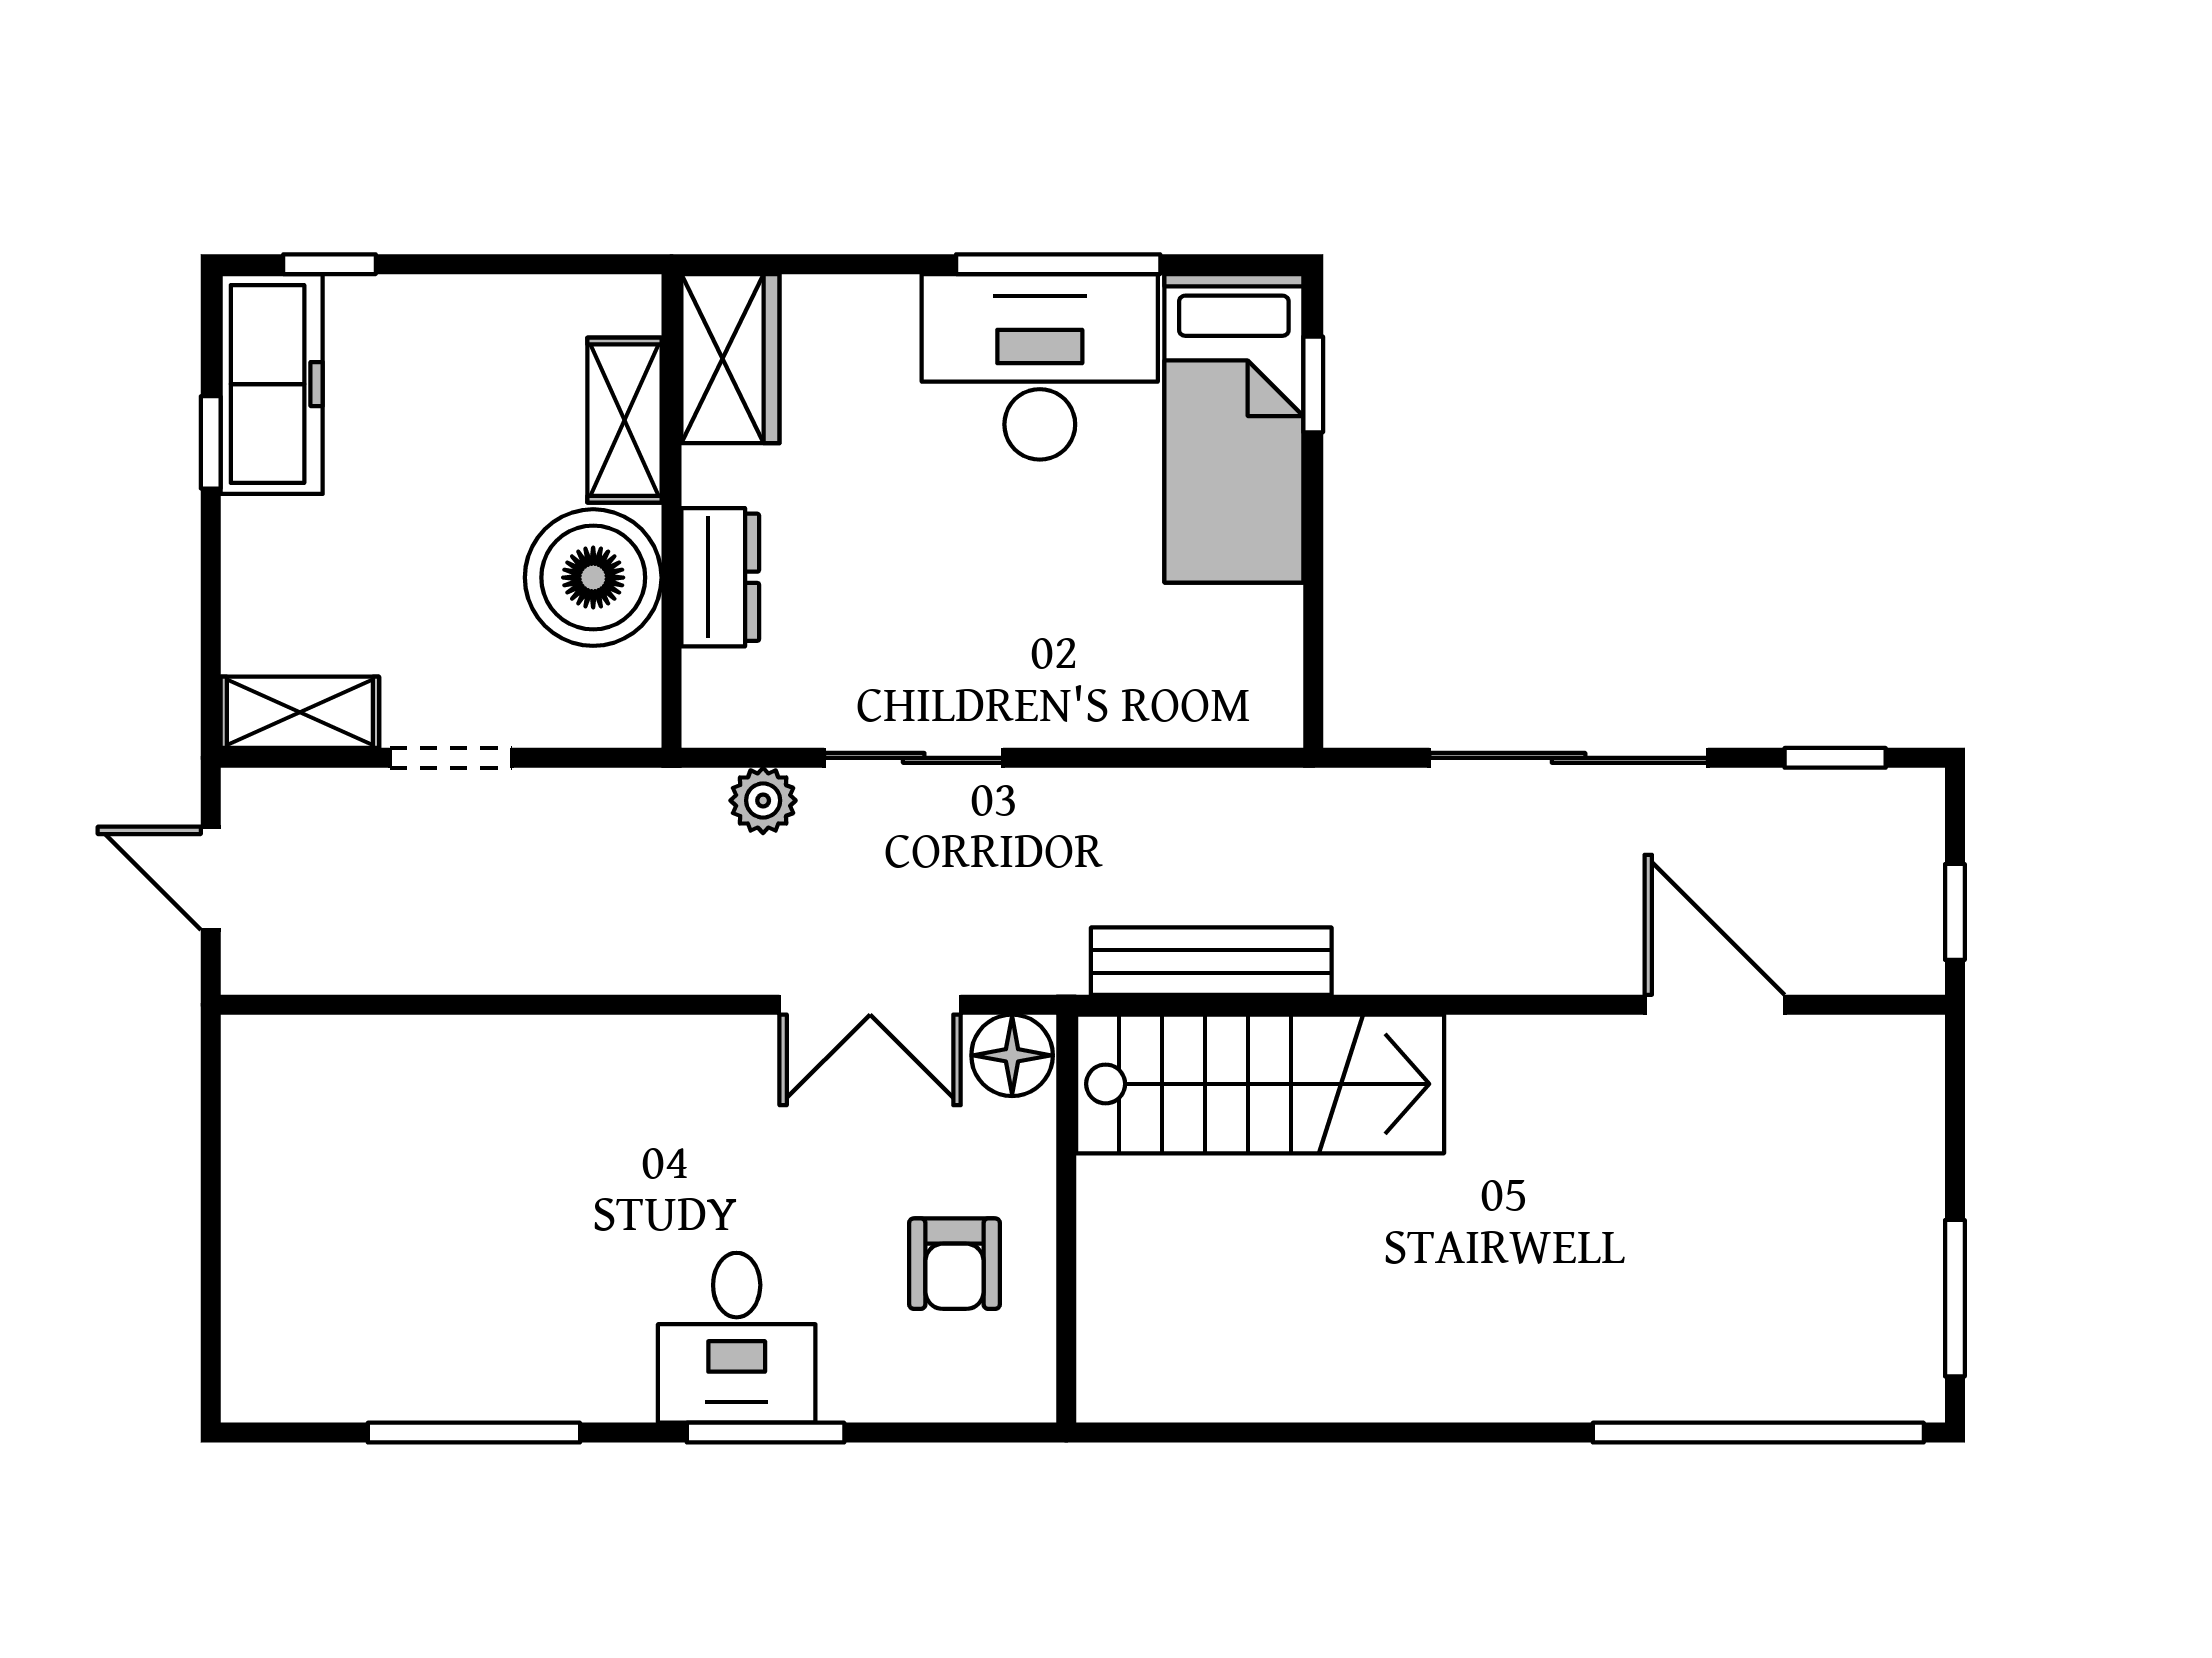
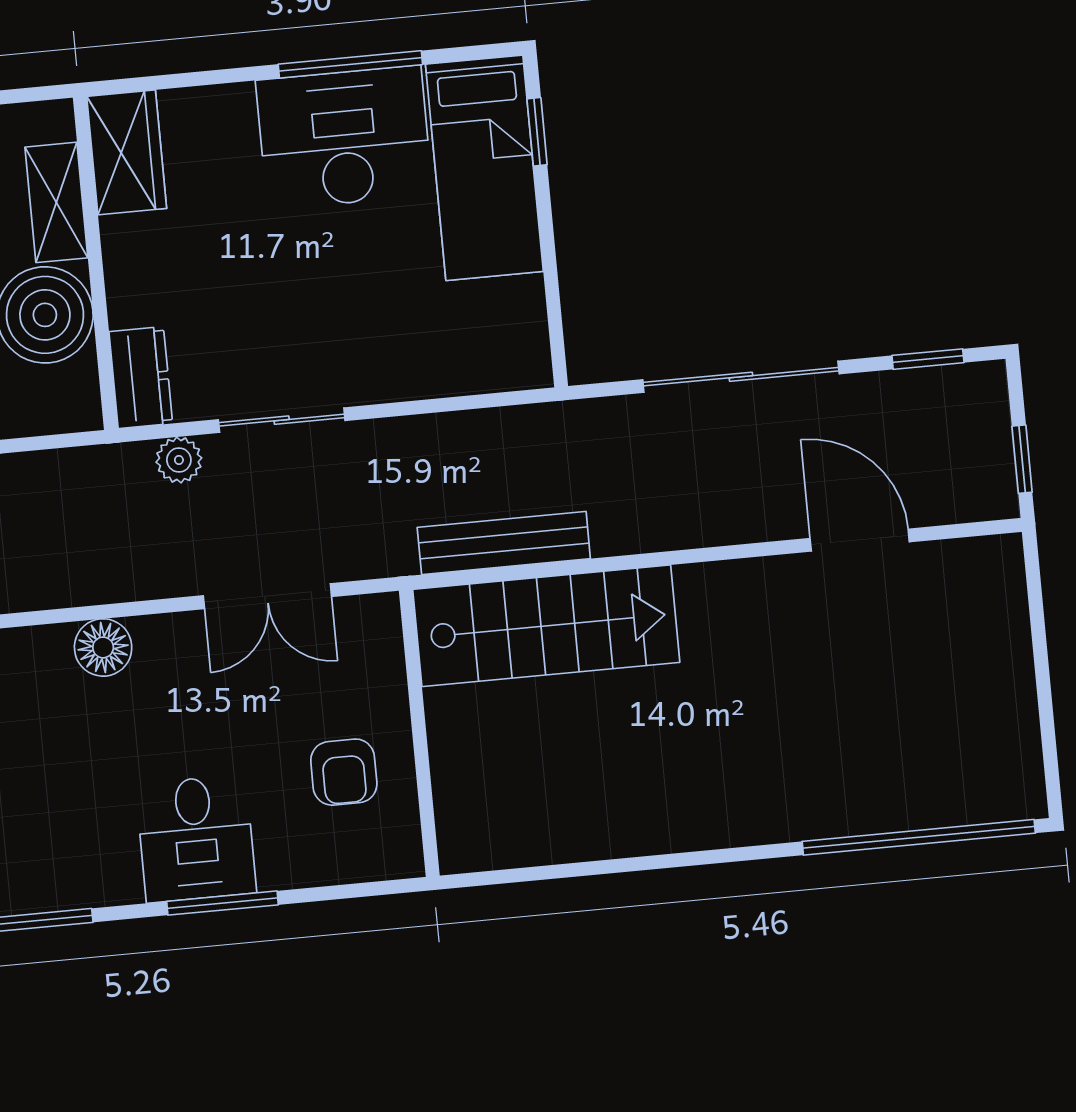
dresser: (720, 577) -> (141, 378), moved
floor lamp: (1012, 1055) -> (103, 647), moved
window: (1955, 1298) -> (1048, 730), removed

